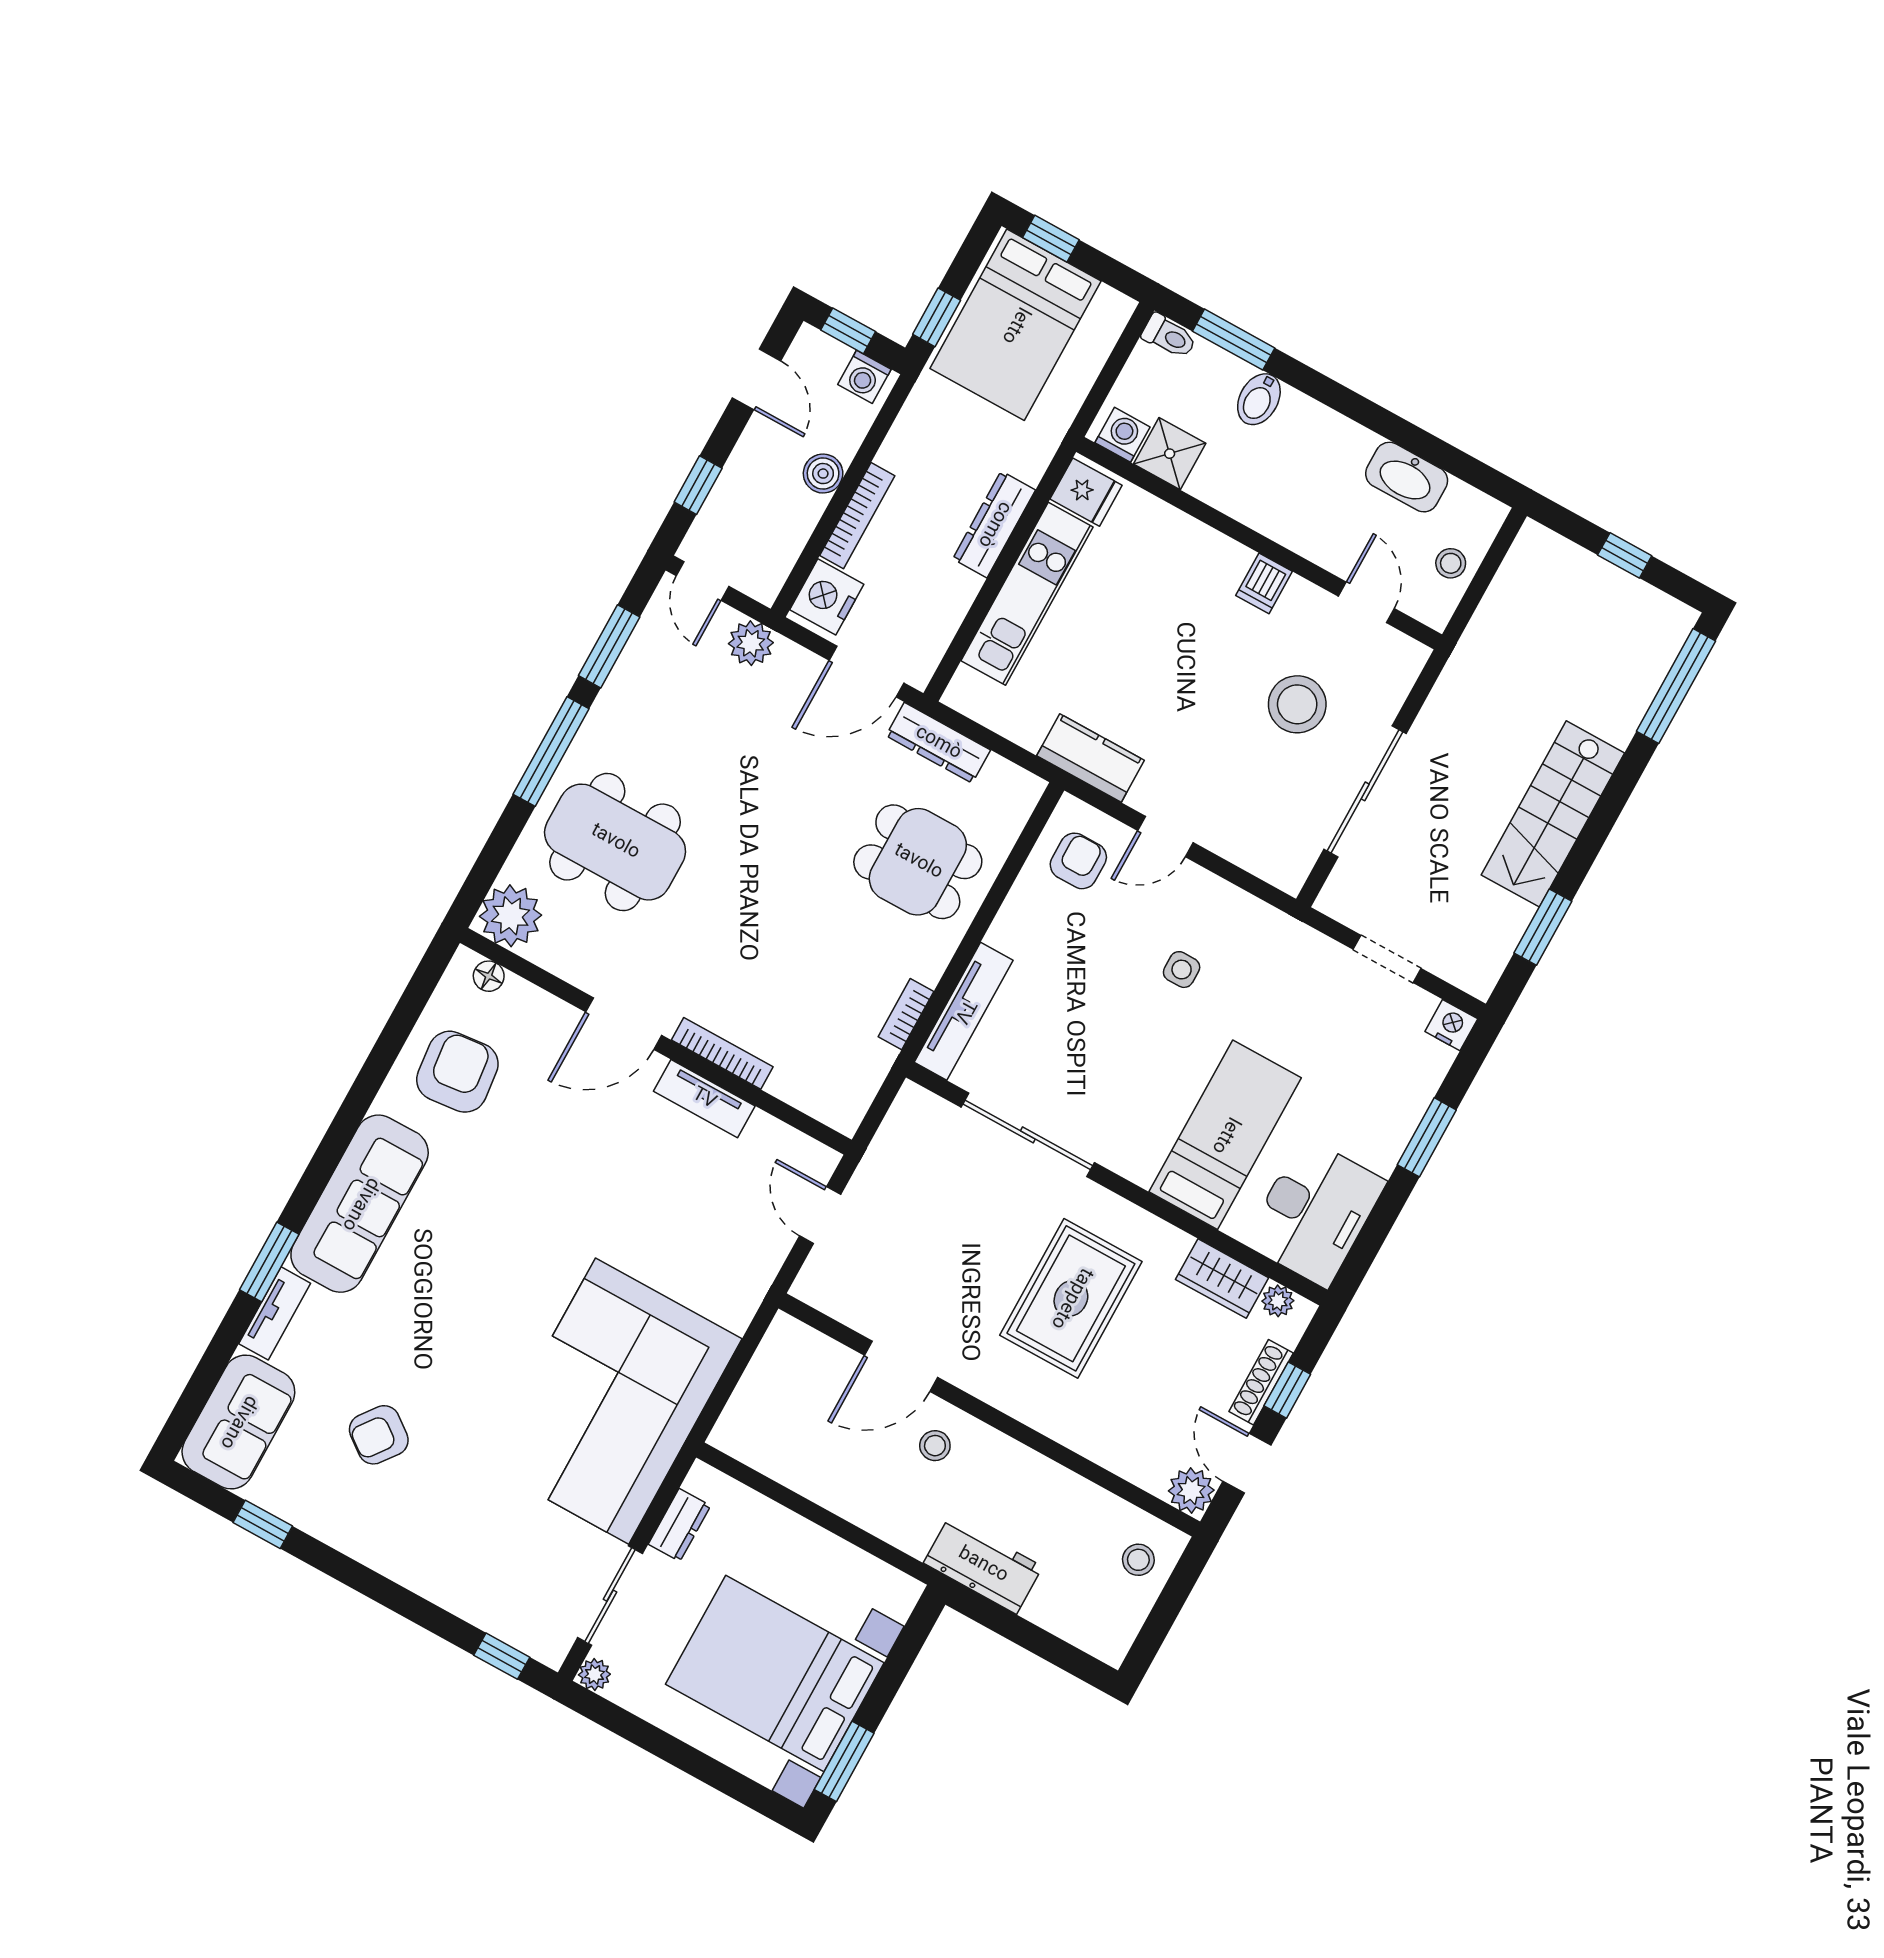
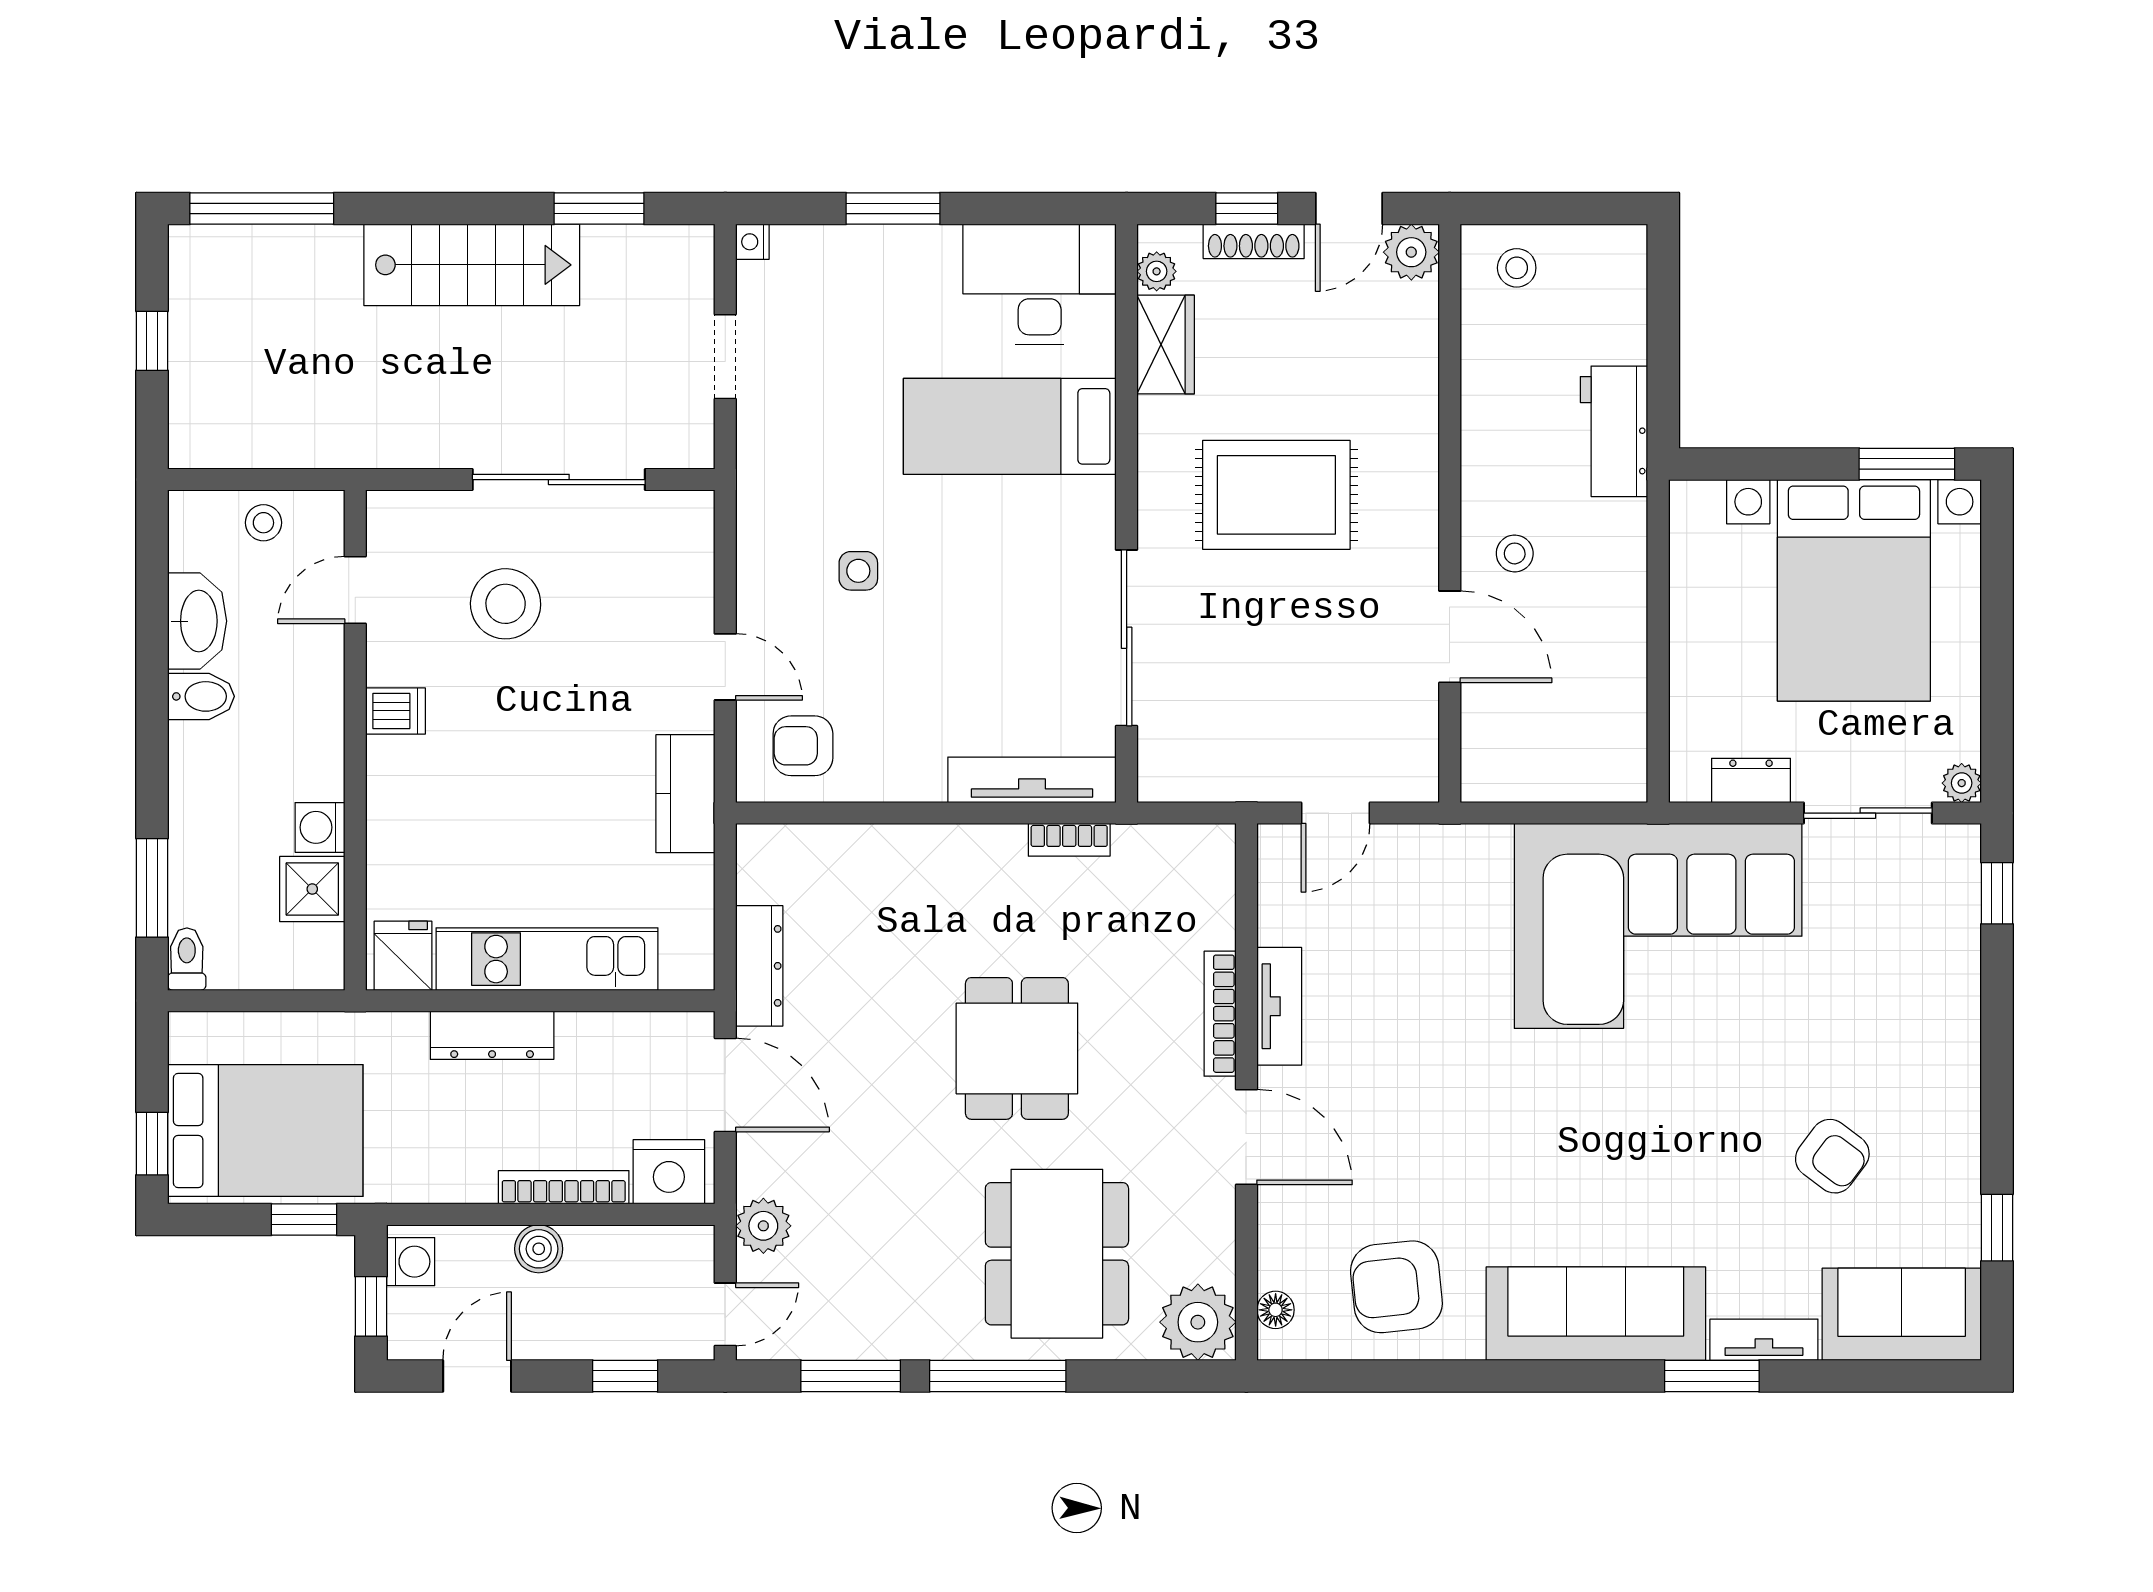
bidet: (1259, 399) -> (201, 696), moved
washing machine: (1122, 435) -> (320, 827), moved
dining table: (918, 862) -> (1017, 1048), moved
nightstand: (1451, 1025) -> (752, 242), width x0.72, depth x0.74

